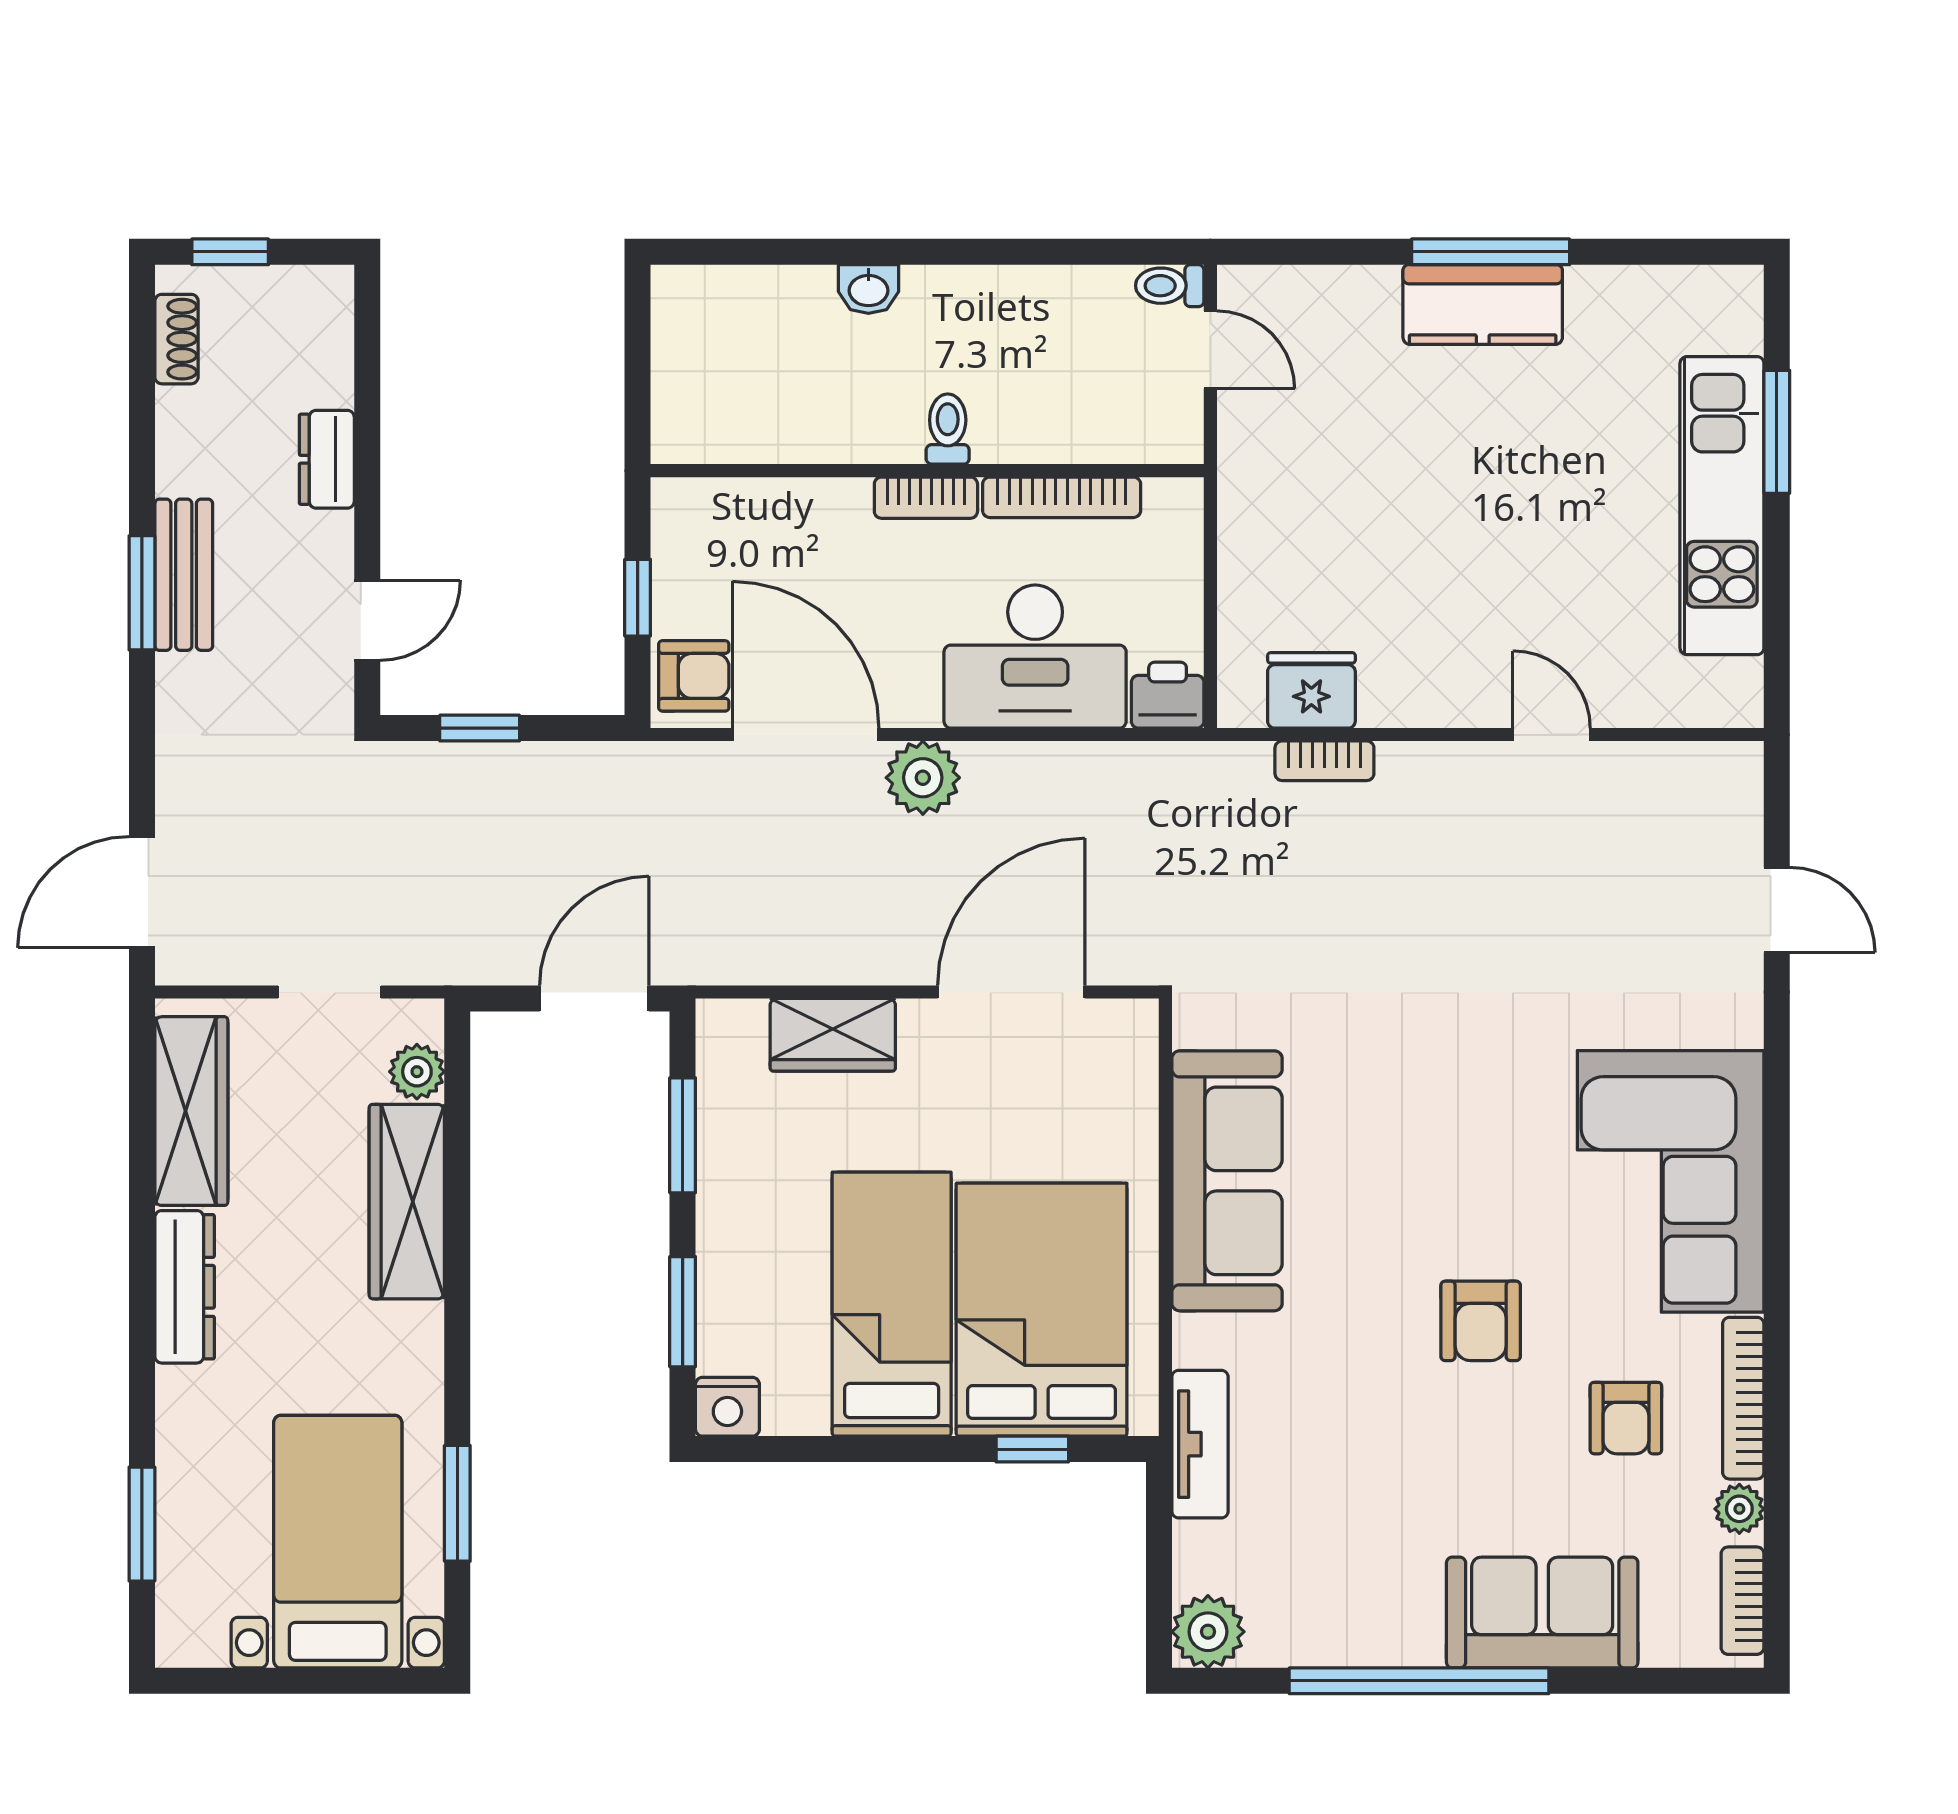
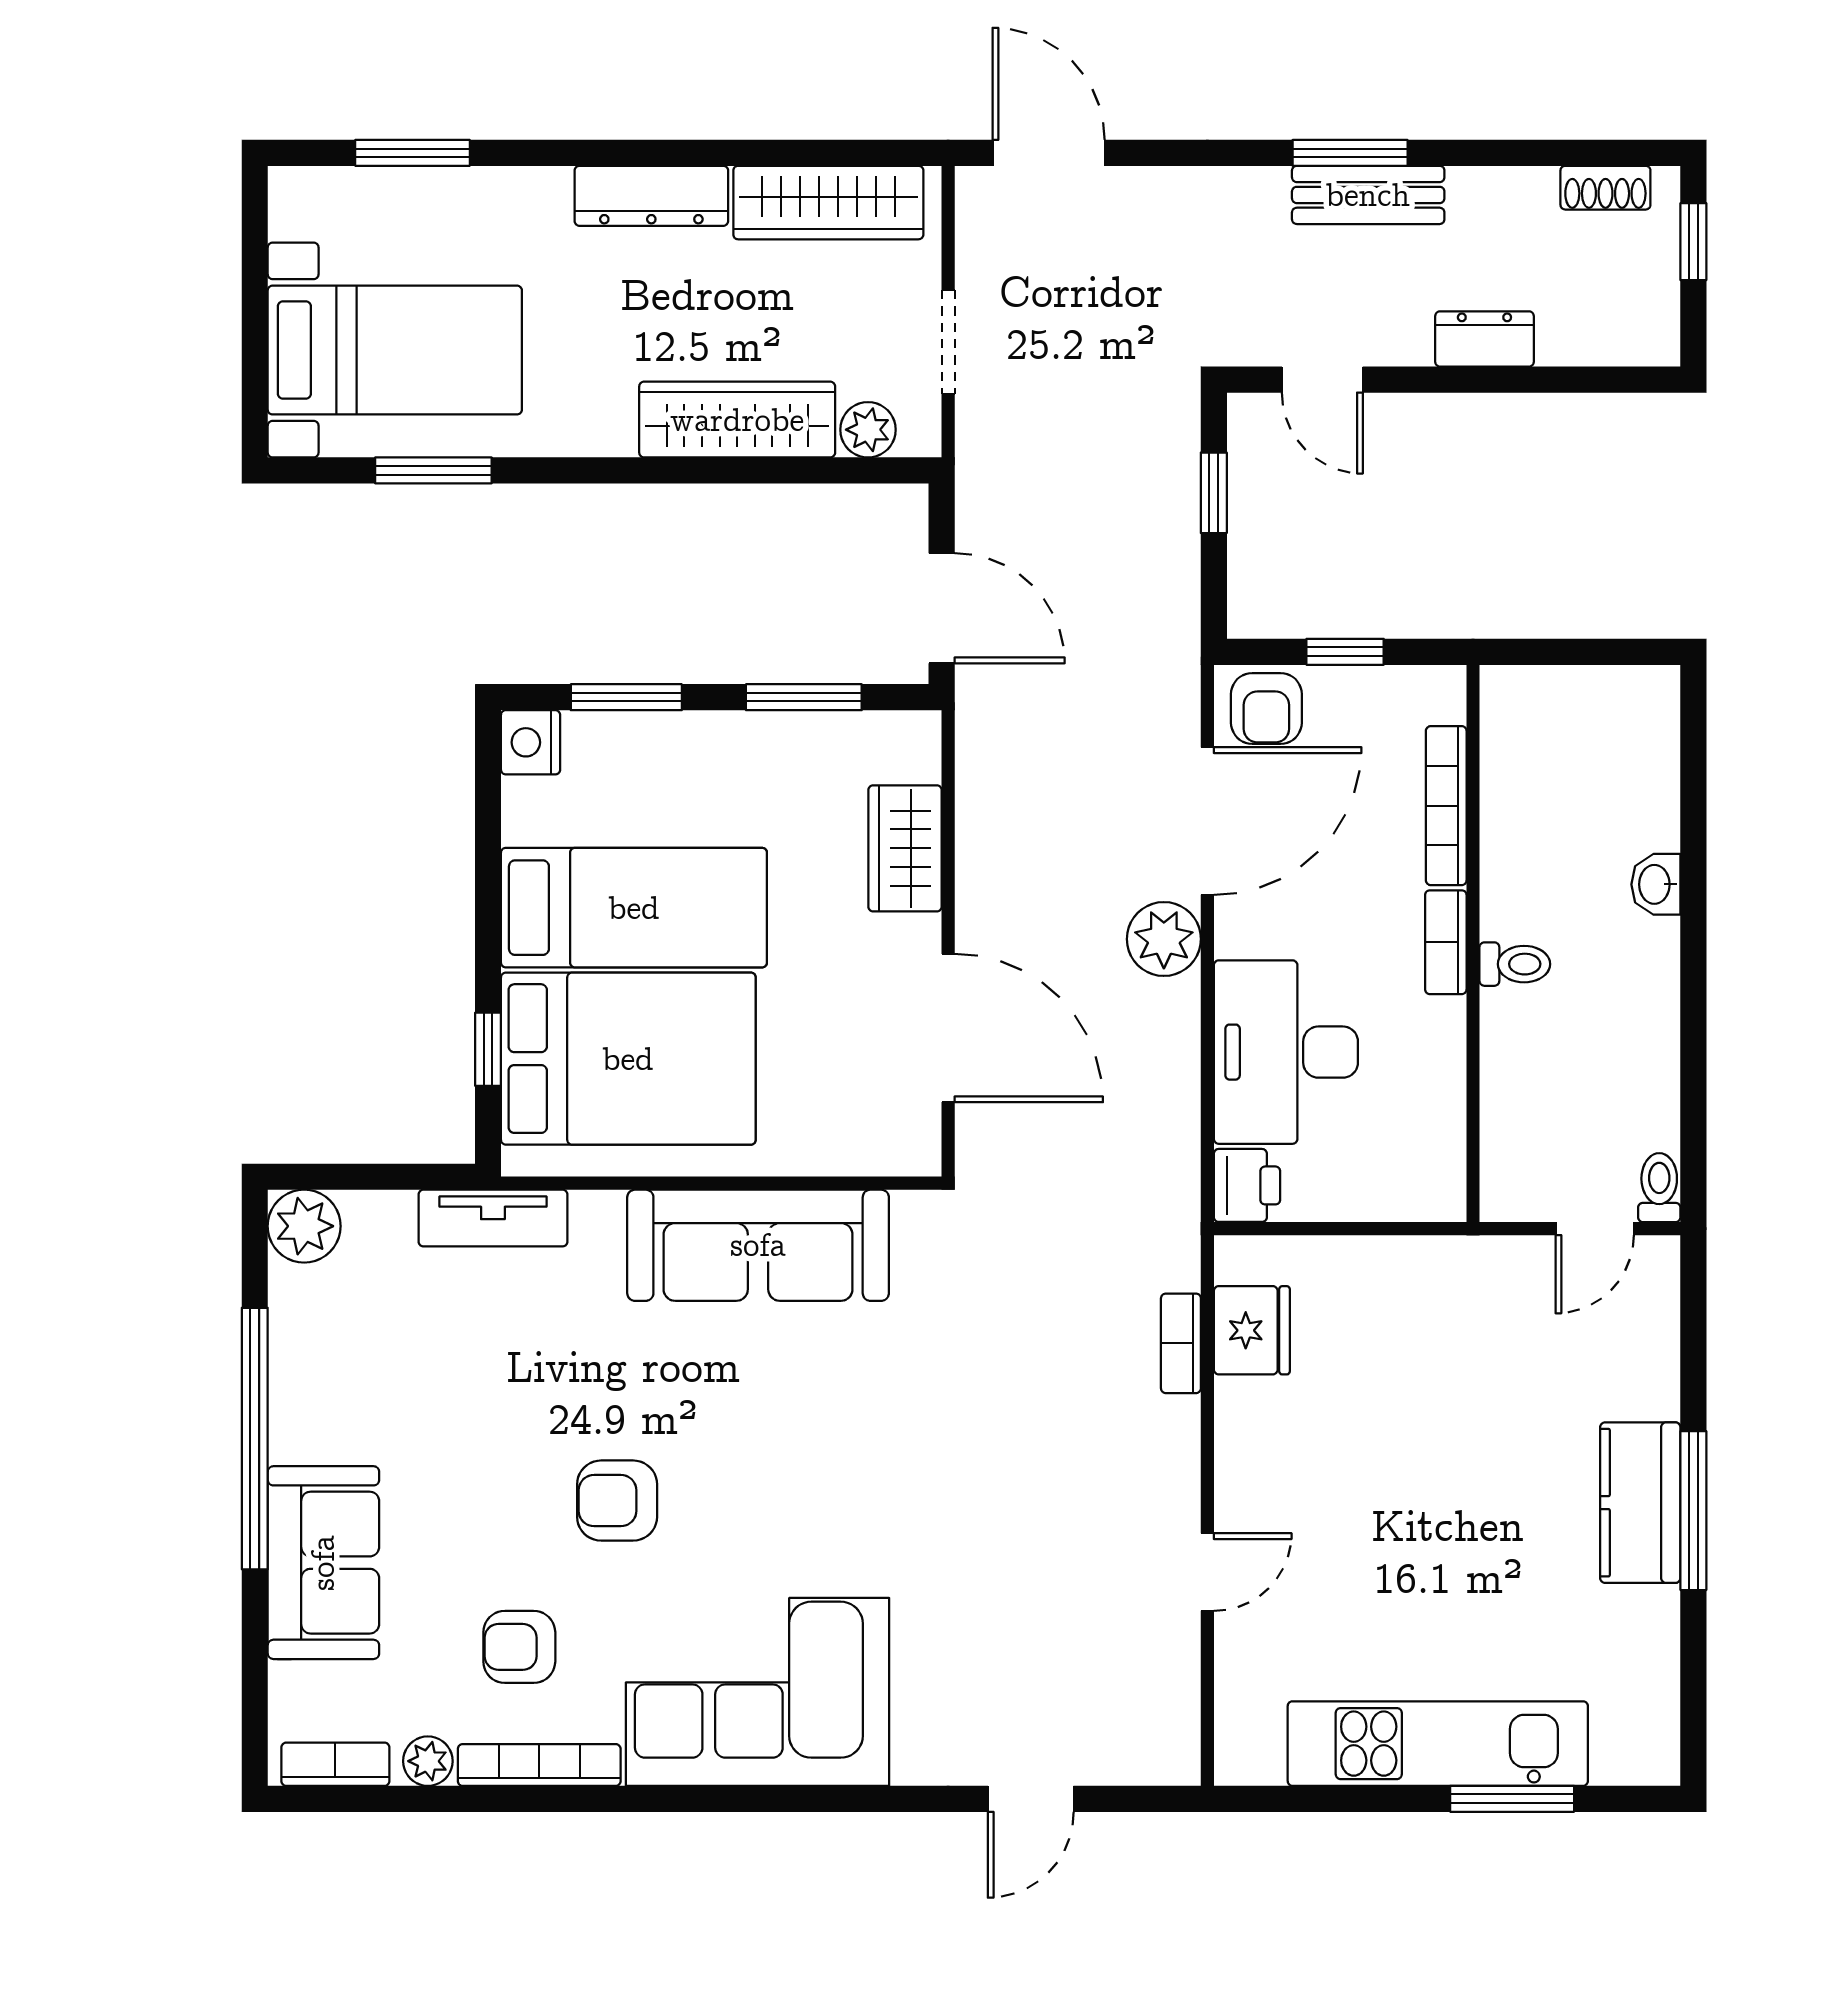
bookcase: (1062, 497) -> (1446, 806), moved

